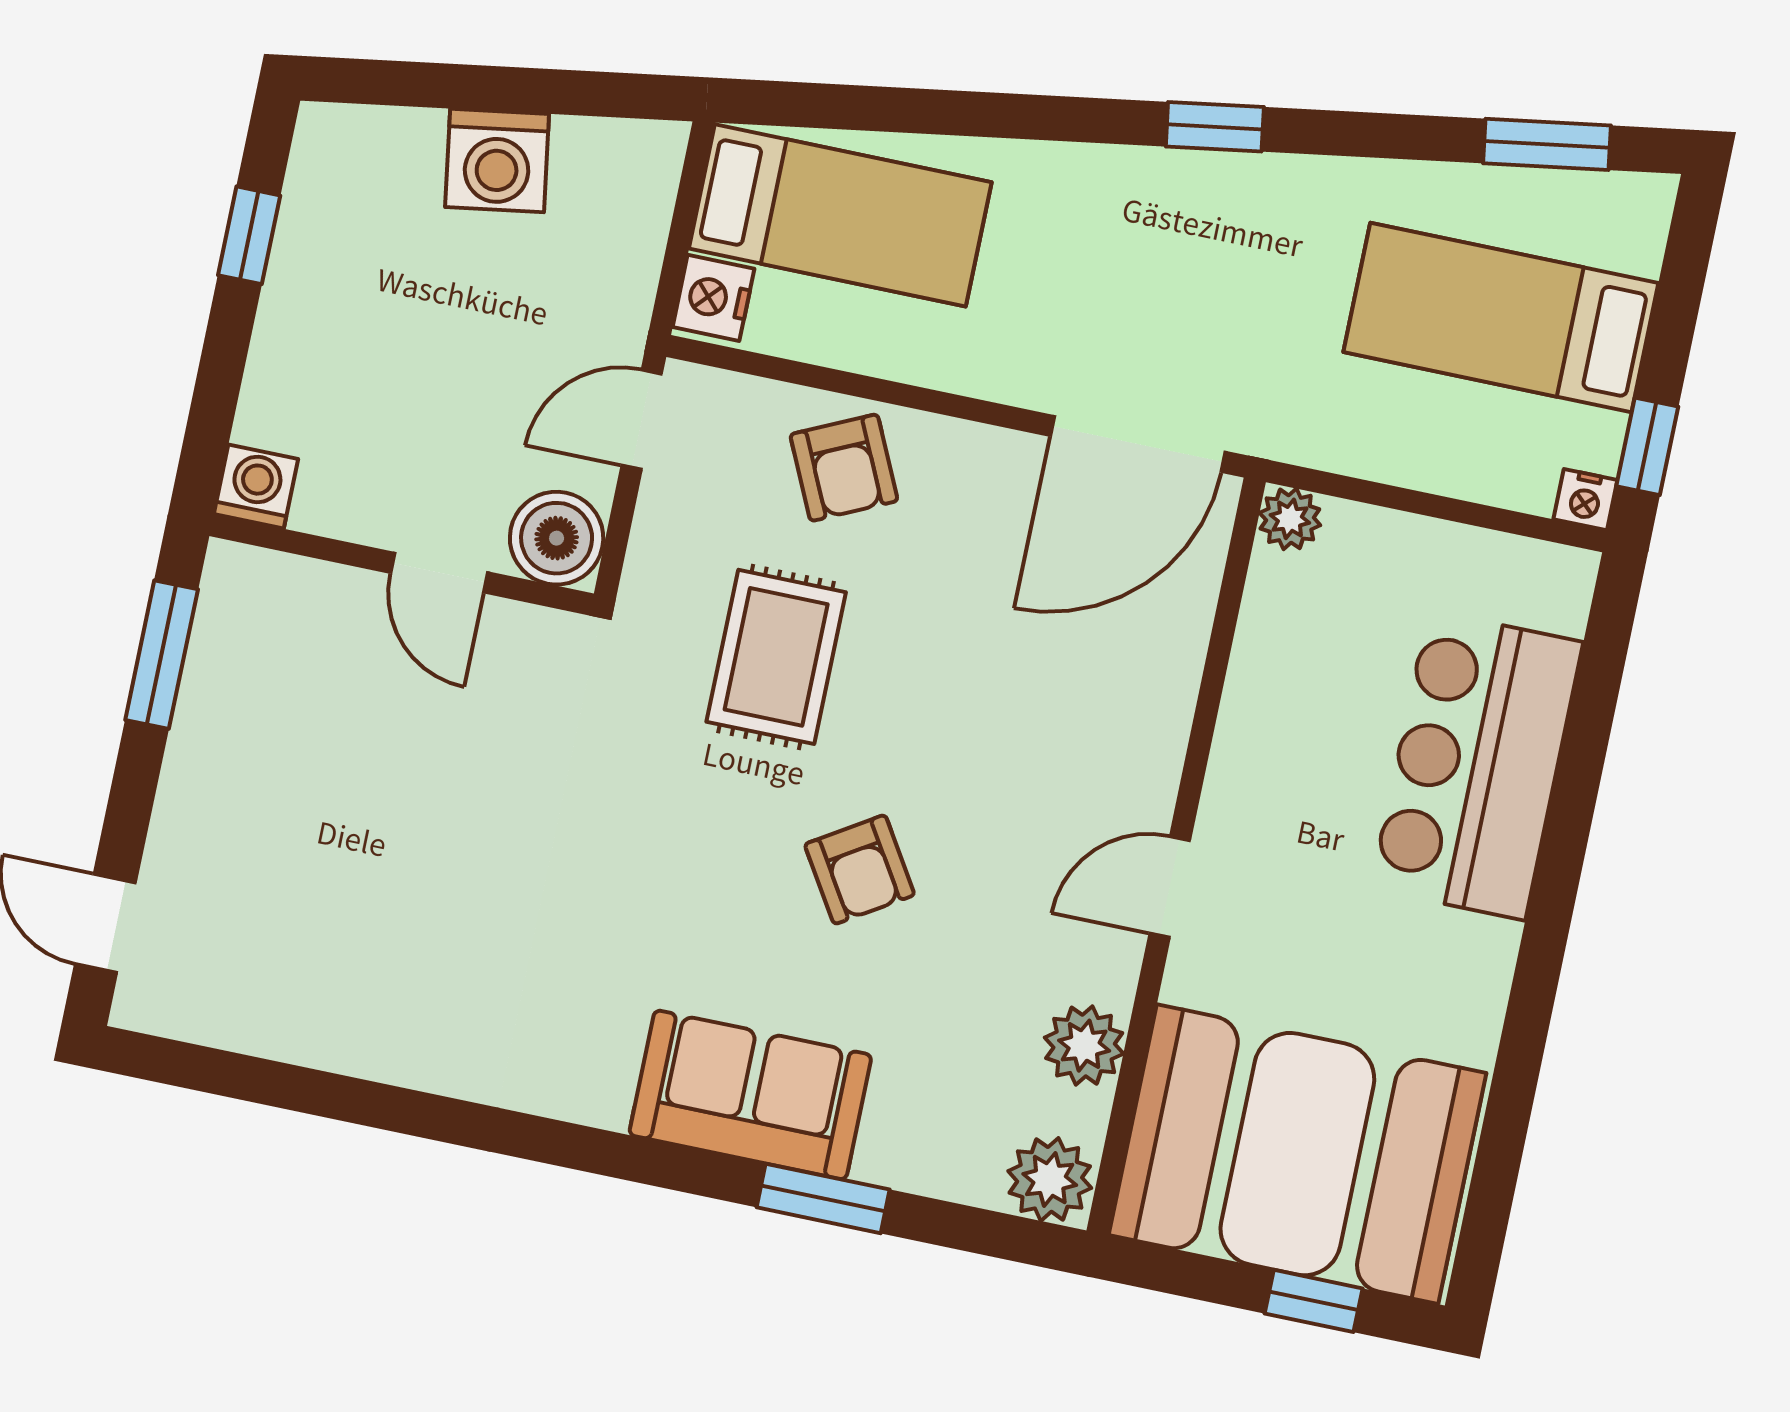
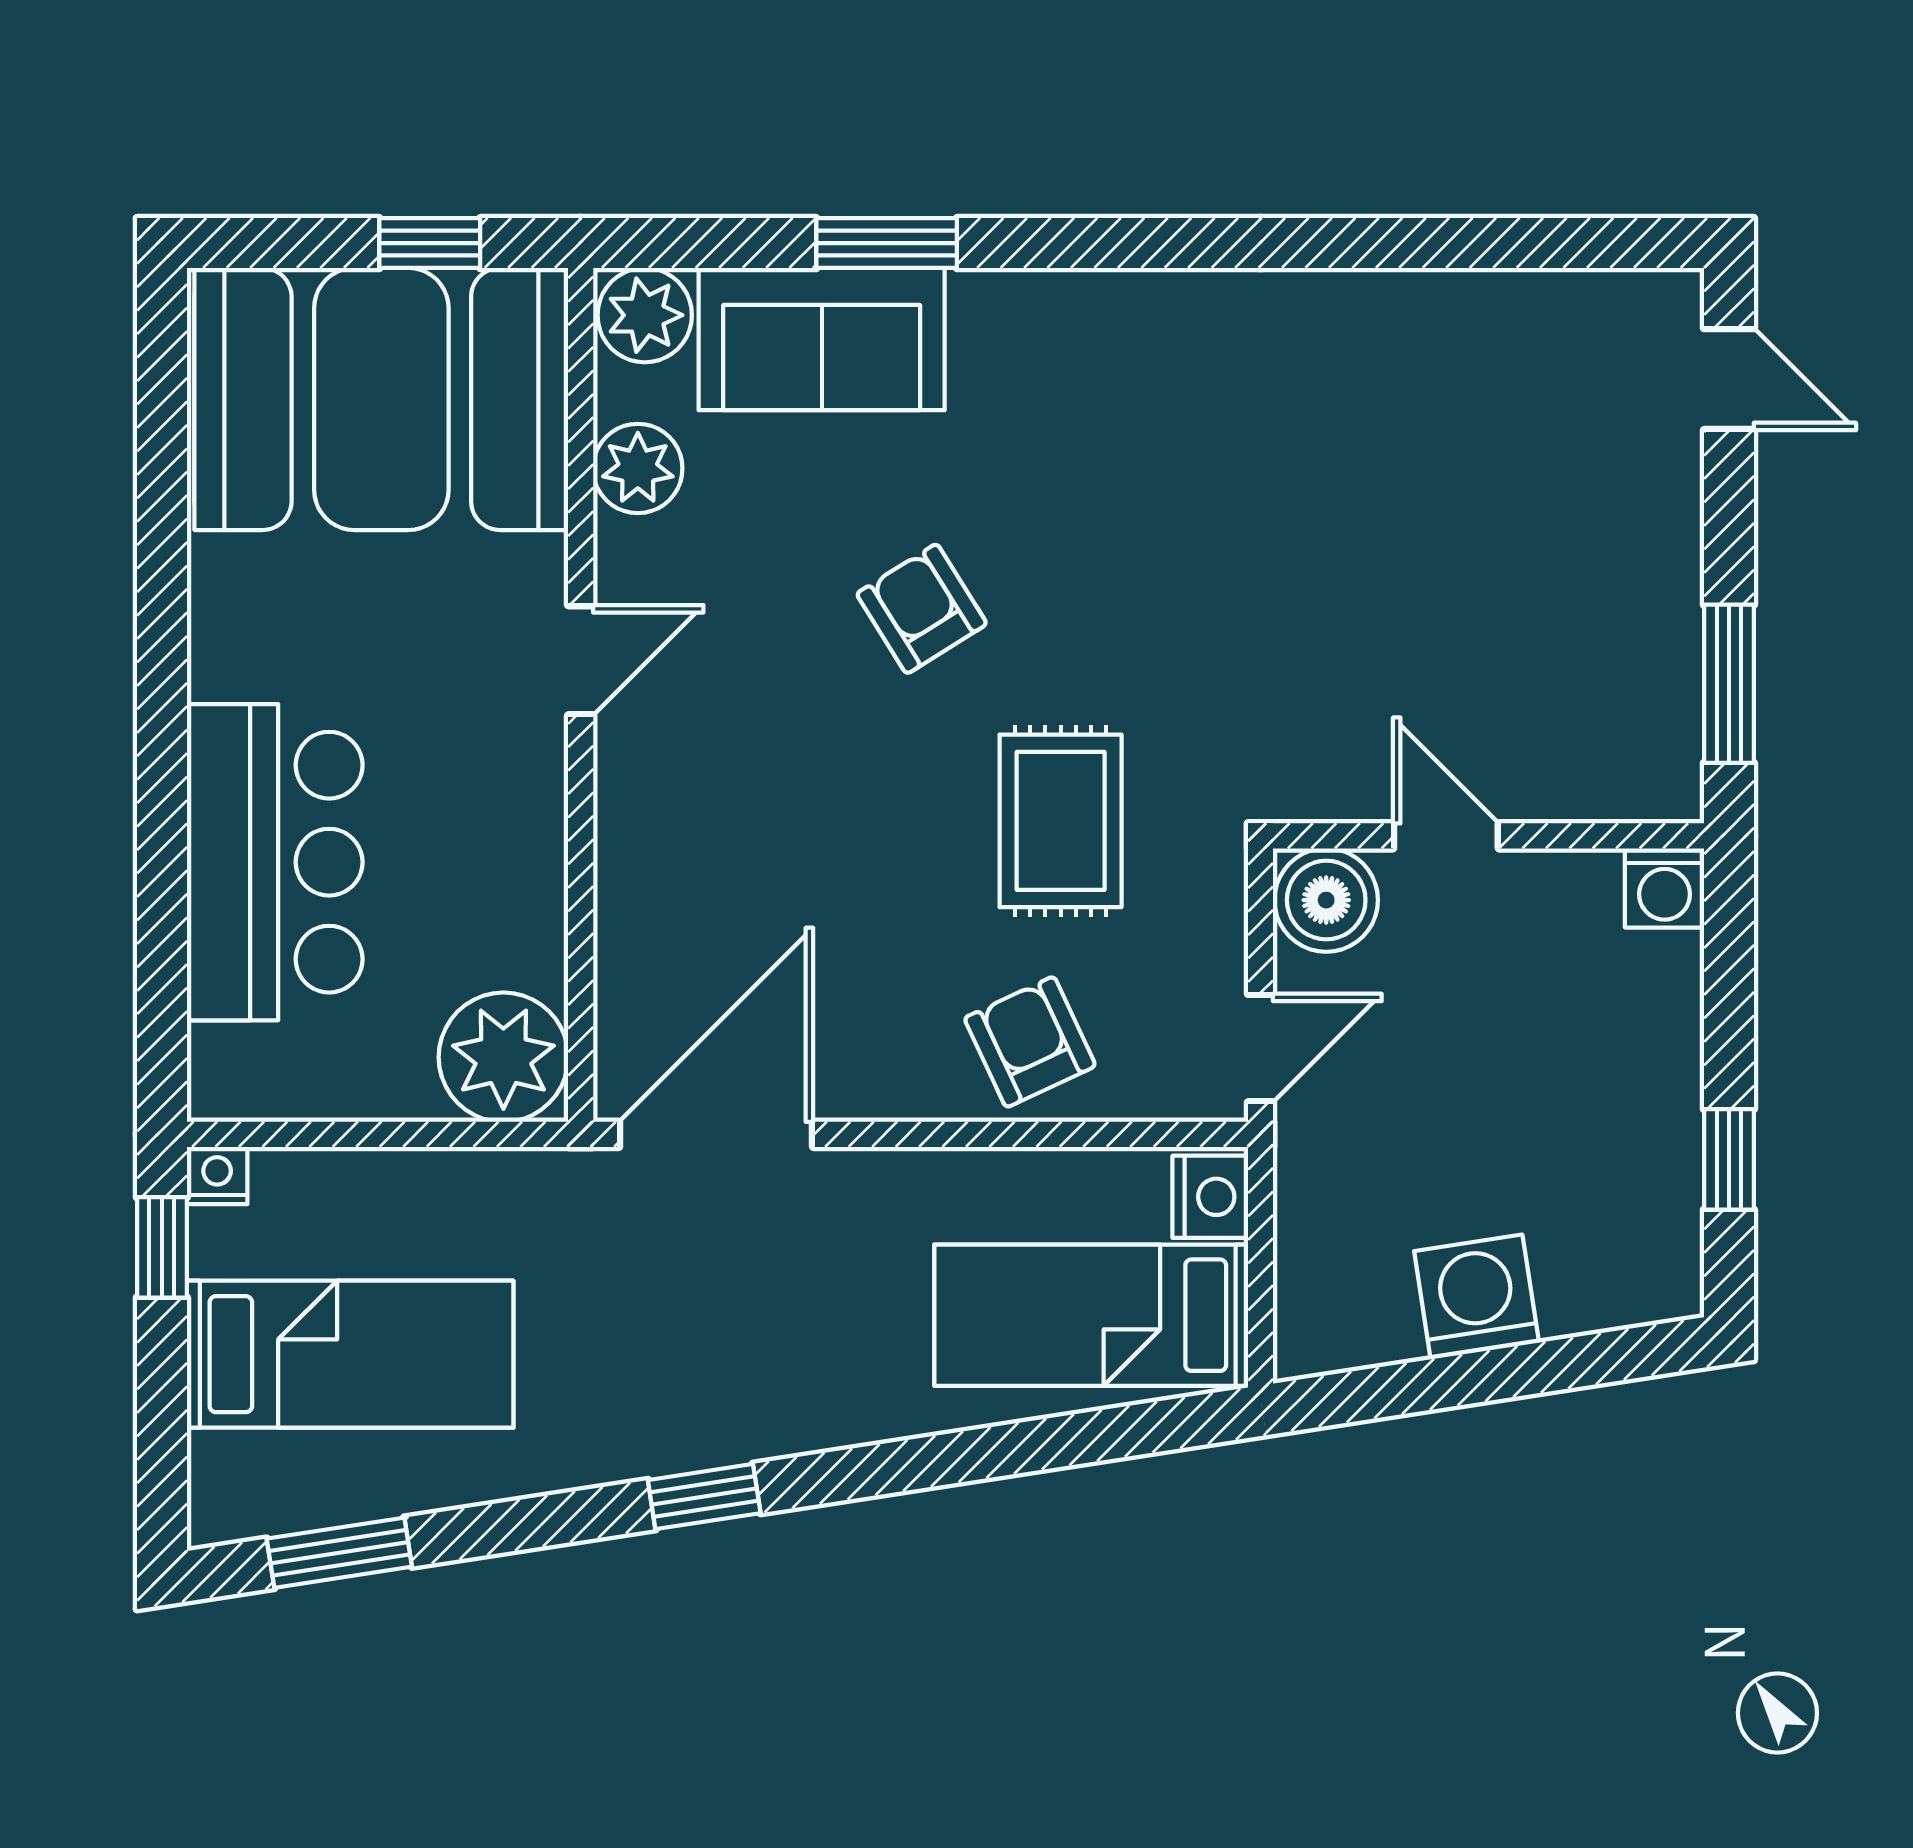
plant: (1290, 519) -> (503, 1057), width x1.88, depth x1.88
sofa: (750, 1095) -> (822, 339), moved
window: (1314, 1301) -> (430, 243), moved

